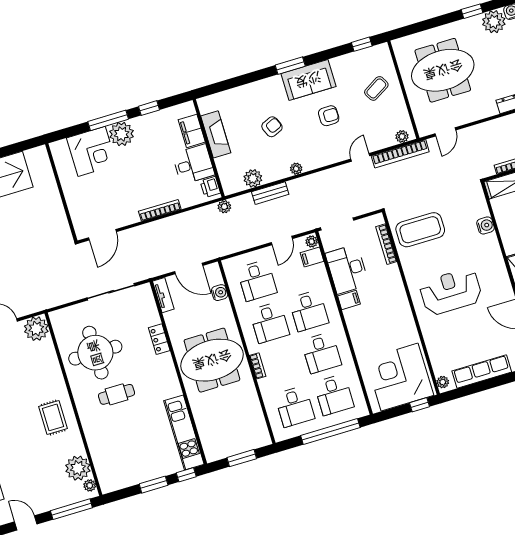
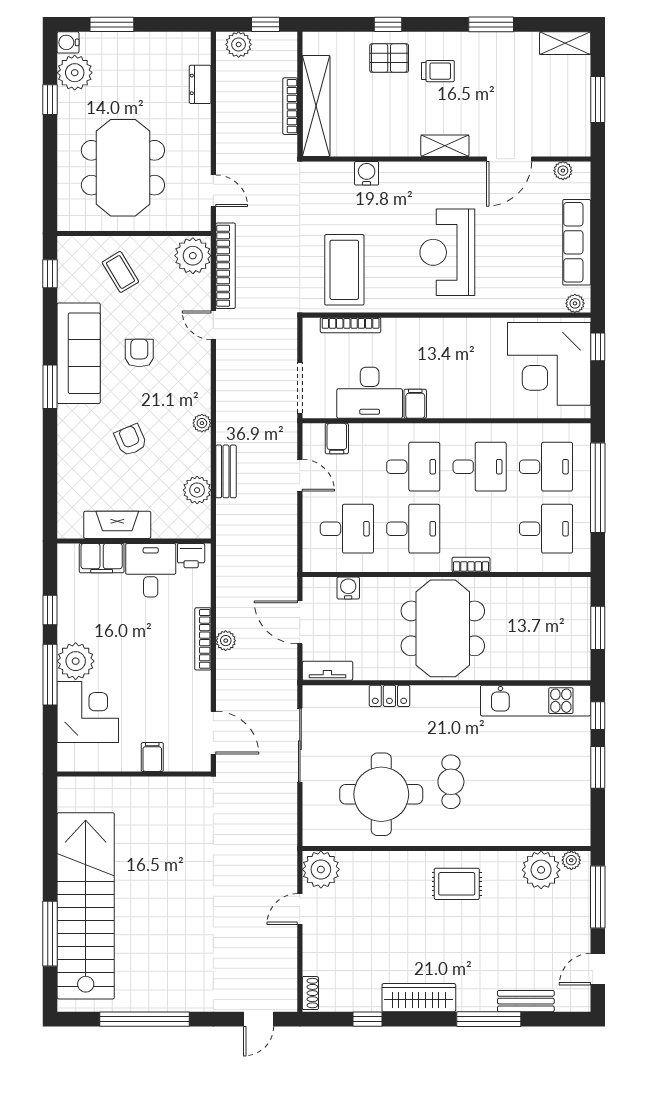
sofa: (308, 80) -> (79, 353), width x1.36
plant: (402, 137) -> (193, 256), width x1.88, depth x1.88
filing cabinet: (75, 201) -> (152, 757), added
plant: (224, 207) -> (226, 641), moved
plant: (312, 242) -> (314, 432), removed
door: (189, 268) -> (300, 622), swing flipped

